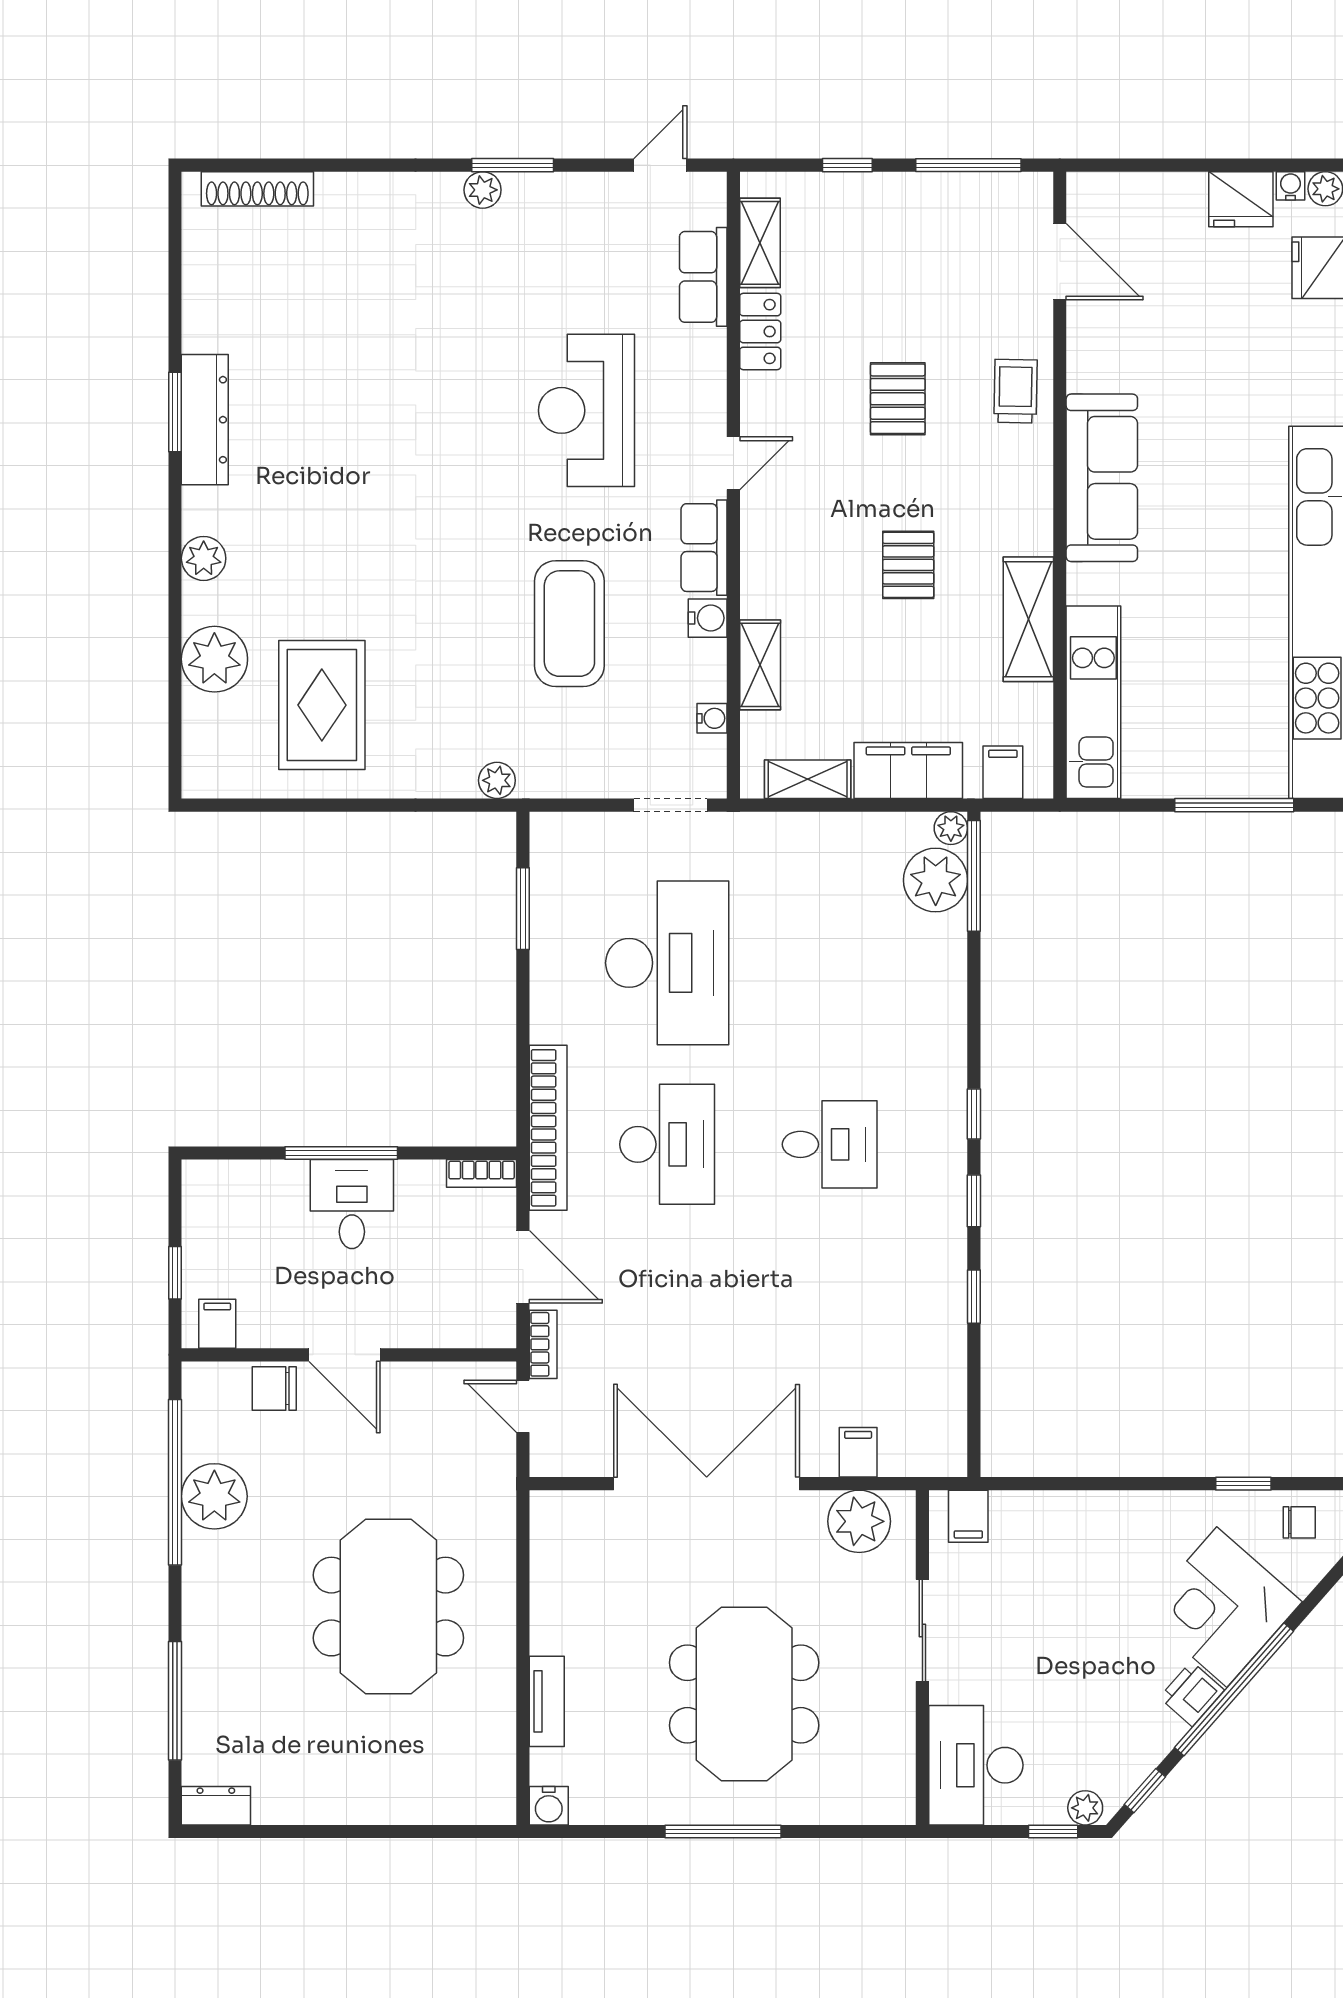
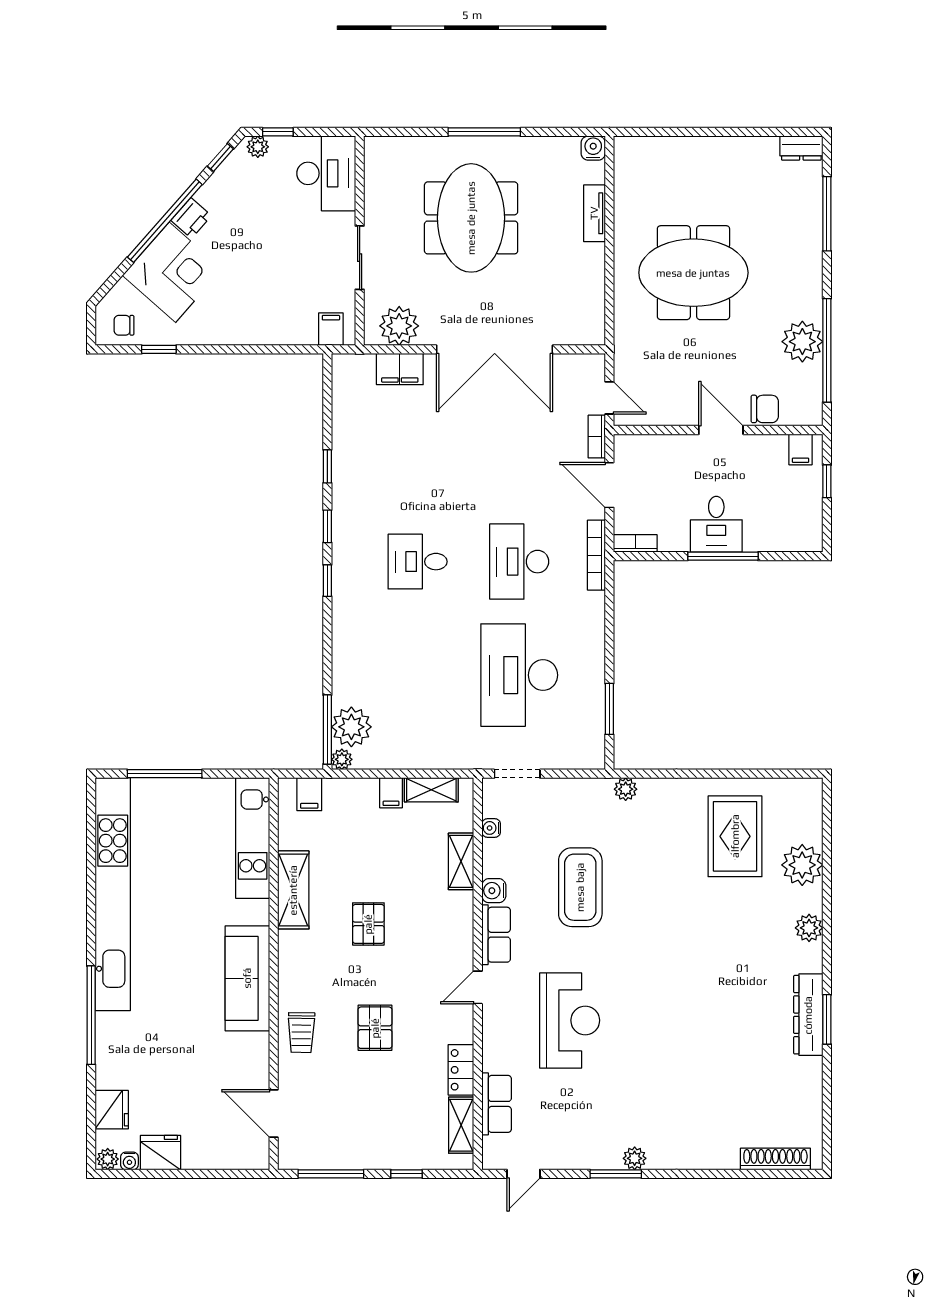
filing cabinet: (908, 771) -> (391, 793), width x0.33, depth x0.86
bookcase: (548, 1128) -> (596, 555), width x0.68, depth x0.76
filing cabinet: (858, 1452) -> (400, 369), width x2.00
meeting table: (388, 1607) -> (693, 273), turned 90

